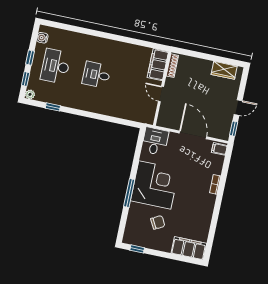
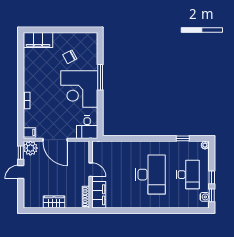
wardrobe: (224, 70) -> (54, 202), moved
desk: (96, 75) -> (151, 175), width x1.87, depth x1.30
window: (26, 79) -> (212, 195), moved
plant: (222, 131) -> (30, 148), added
window: (137, 249) -> (83, 30), removed

